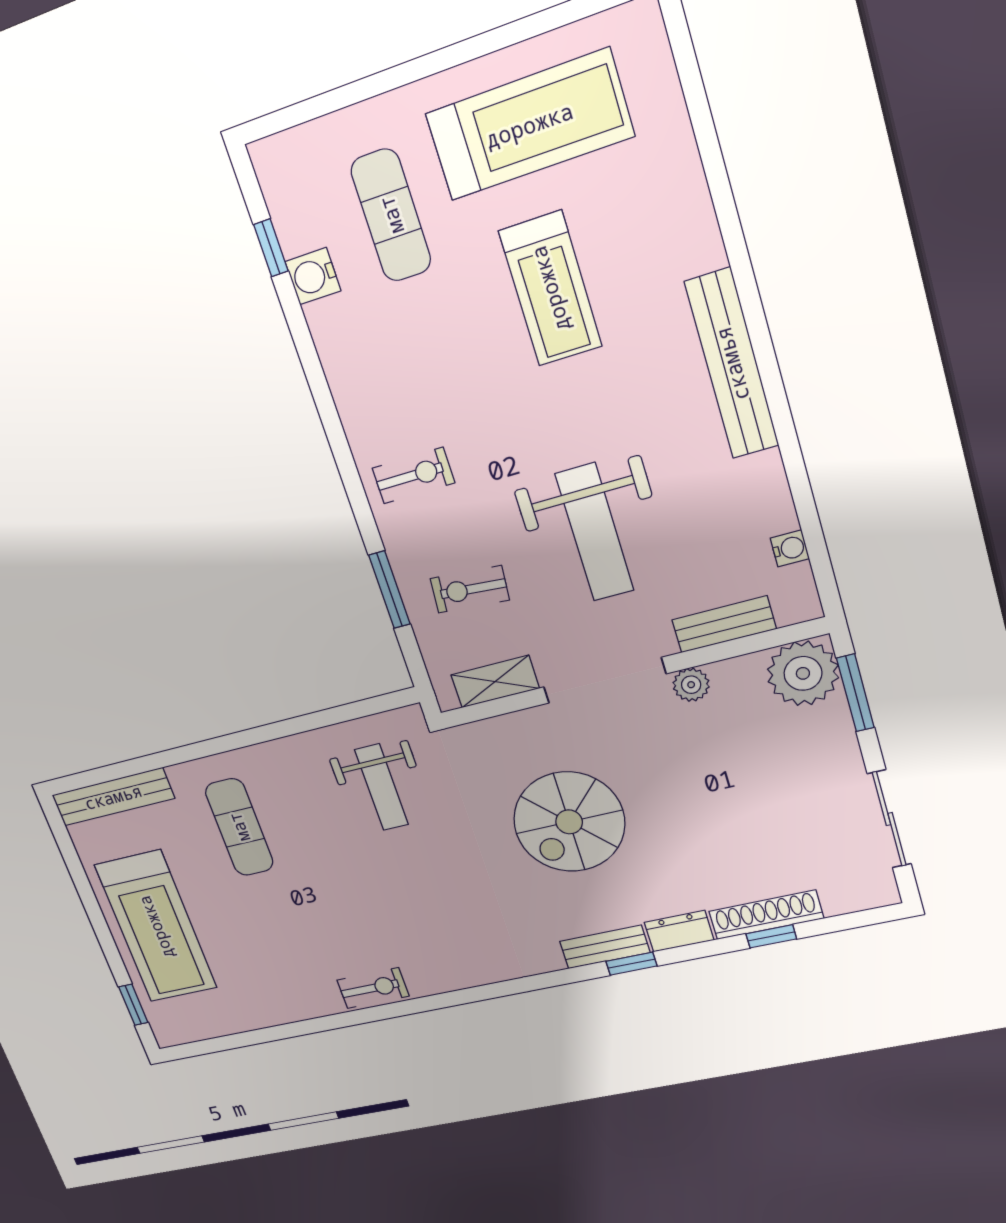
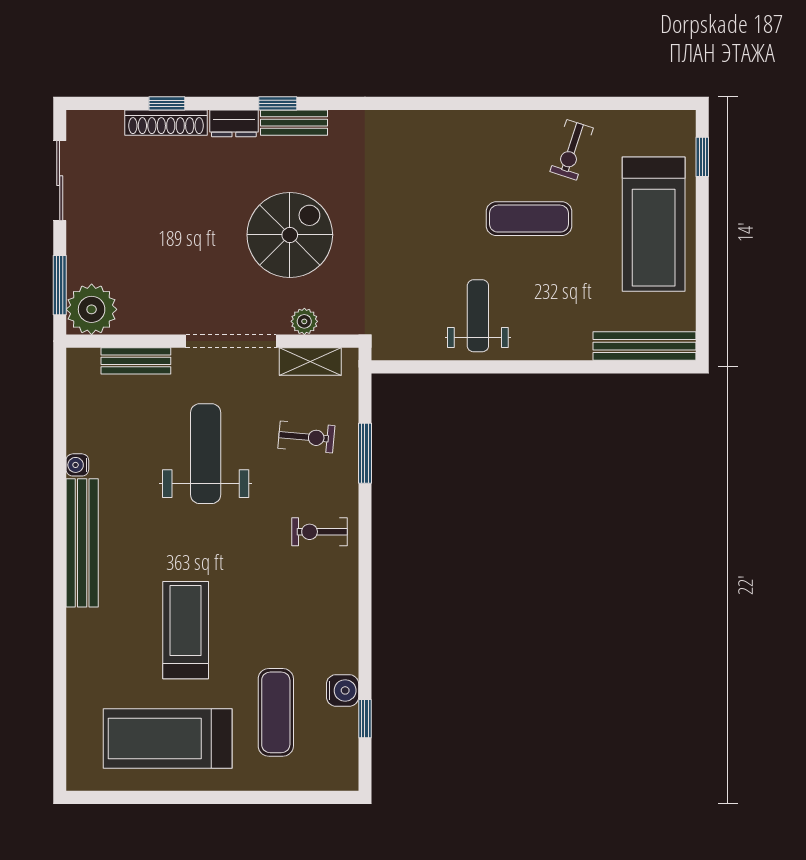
water cooler: (790, 548) -> (77, 465), moved
plant: (691, 685) -> (304, 321), moved
weight bench: (381, 787) -> (478, 316), moved
exercise mat: (239, 827) -> (529, 219), moved, turned 90
treadmill: (156, 927) -> (654, 224), turned 180
exercise bike: (373, 988) -> (572, 150), moved, turned -72

